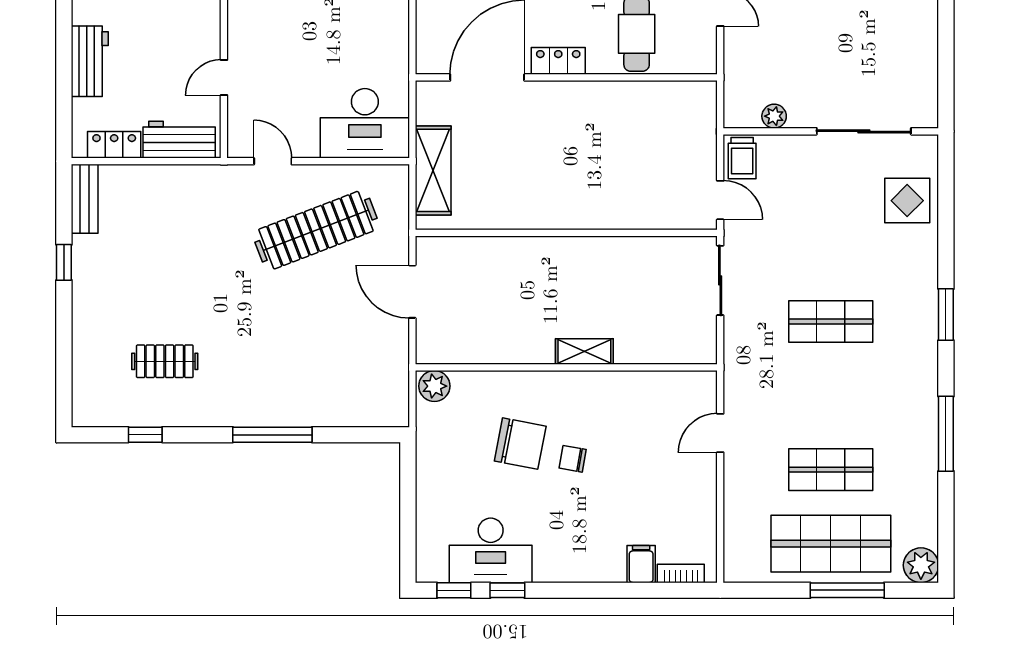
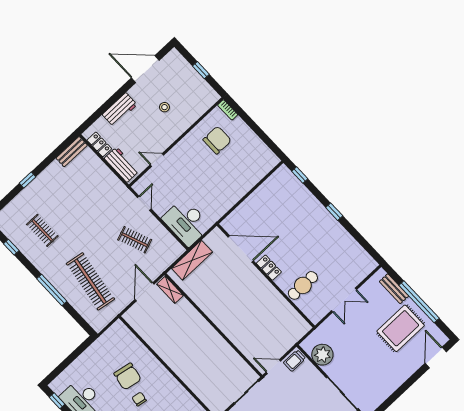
plant: (774, 116) -> (322, 355), width x1.87, depth x1.87
door: (720, 200) -> (273, 367), swing flipped
clothes rail: (316, 230) -> (135, 240), width x0.54, depth x0.76
window: (64, 262) -> (27, 180), moved
shelving: (584, 352) -> (170, 290), moved
clothes rail: (316, 361) -> (90, 281), added
plant: (434, 386) -> (120, 329), removed

